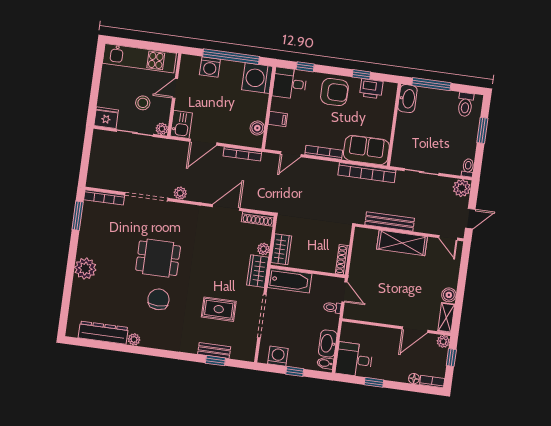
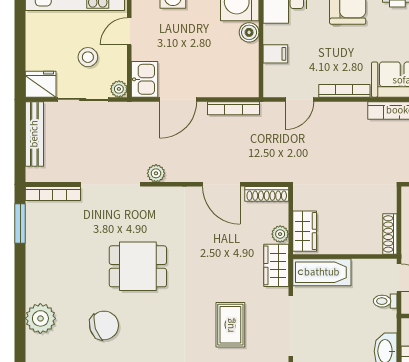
boiler: (257, 128) -> (249, 32), moved
bench: (97, 153) -> (34, 134), added
door: (226, 207) -> (221, 184), swing flipped
plant: (85, 269) -> (40, 318), moved
chair: (158, 299) -> (104, 325), moved, turned 72
rug: (219, 309) -> (230, 325), turned 90

